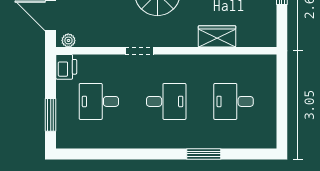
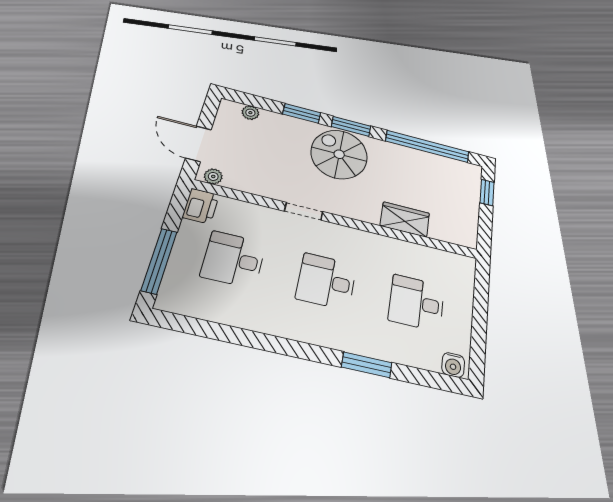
desk: (166, 101) -> (326, 281), turned 180
window: (51, 115) -> (159, 261), width x1.44
water cooler: (264, 141) -> (453, 365), added

